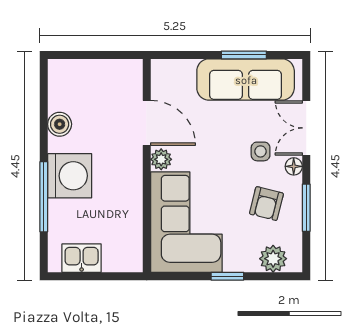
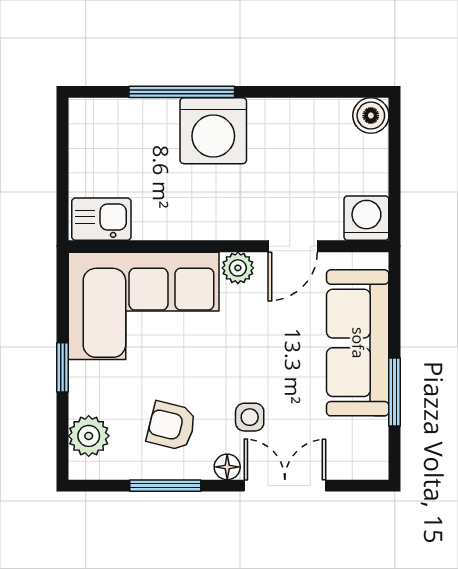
washing machine: (128, 74) -> (366, 218), added
sofa: (246, 80) -> (358, 343), moved
door: (147, 123) -> (293, 246), width x0.73
boiler: (60, 124) -> (371, 116), moved
kitchen sink: (82, 258) -> (101, 219), moved, turned -90

